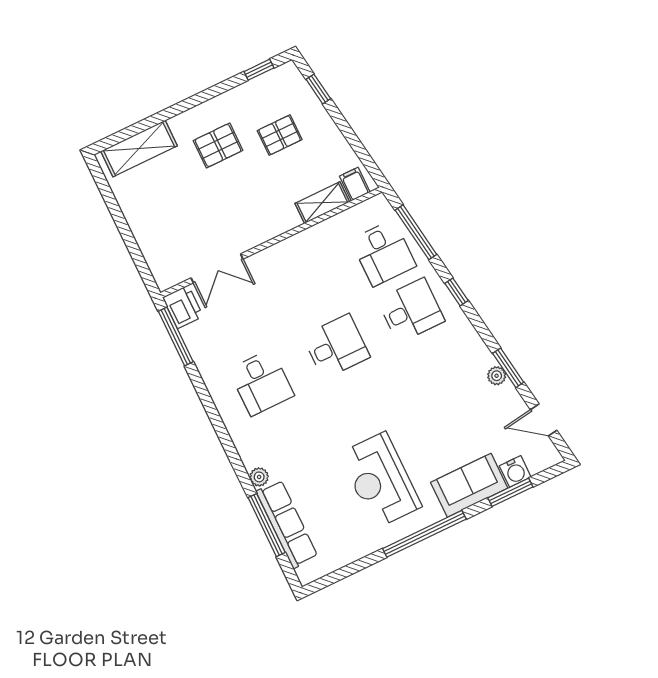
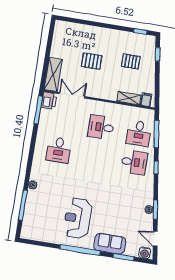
pallet: (218, 145) -> (92, 61), moved
shelving: (139, 149) -> (53, 74), moved, turned 90
double door: (217, 268) -> (72, 95), swing flipped
desk: (336, 346) -> (101, 127), moved, turned 180
water cooler: (515, 471) -> (145, 253), moved
row of seats: (287, 524) -> (31, 210), removed

